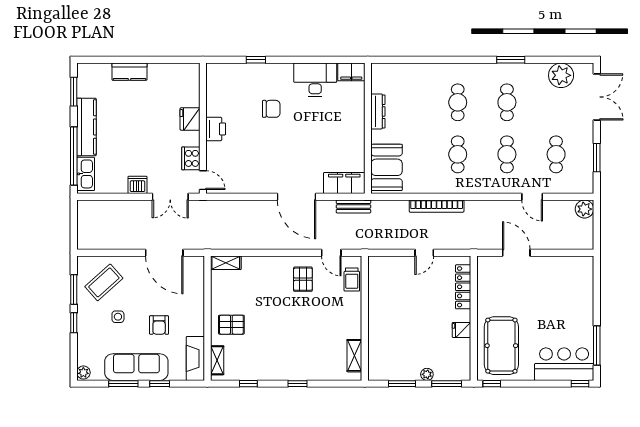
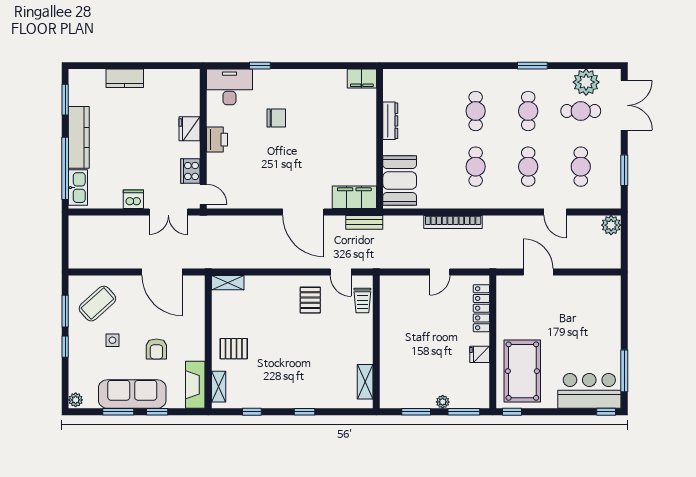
desk: (315, 80) -> (229, 87), moved
cafe table: (556, 102) -> (581, 111), added

